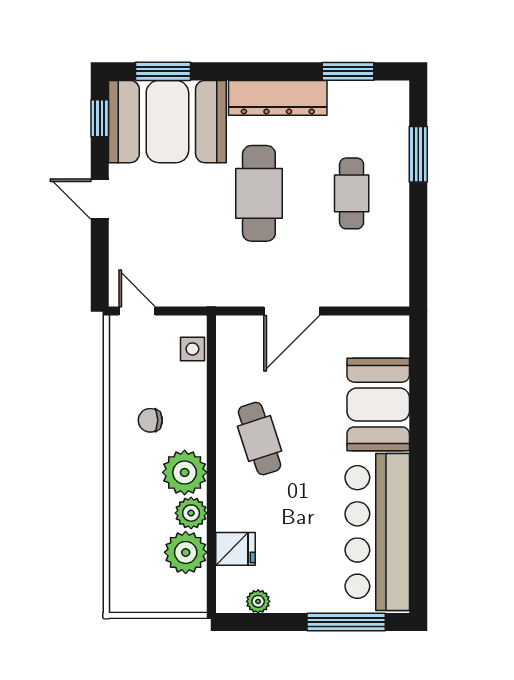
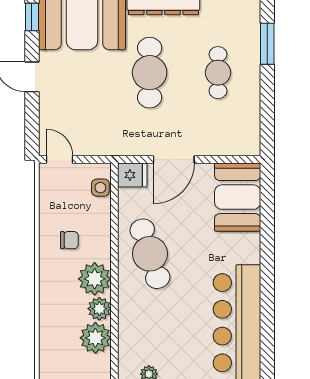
booth: (378, 405) -> (238, 197), moved
chair: (150, 420) -> (69, 240), turned 180
cafe table: (260, 439) -> (150, 254), width x1.37, depth x1.35
fridge: (236, 549) -> (132, 175), moved

